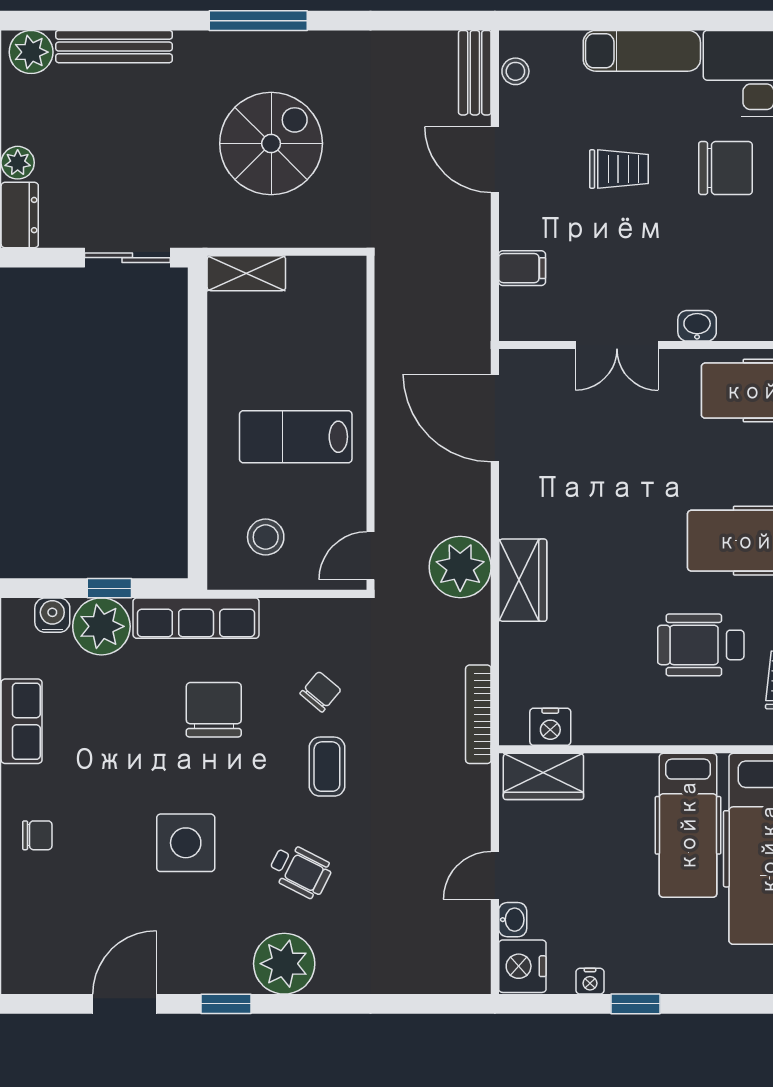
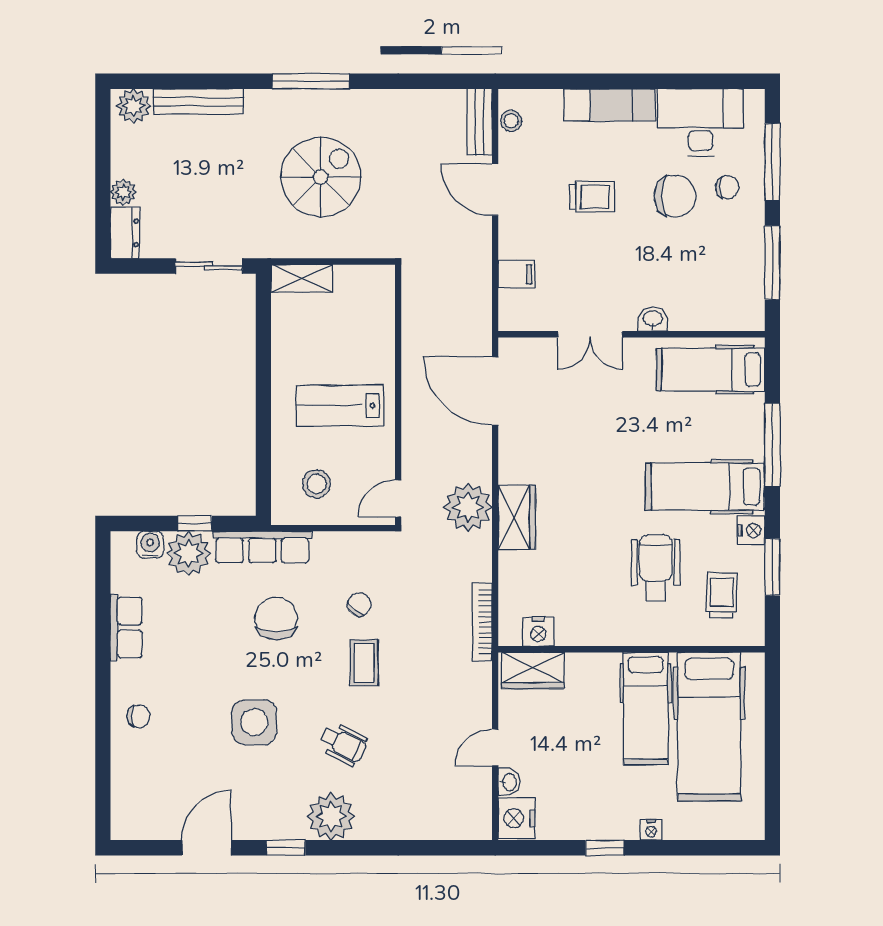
wheelchair: (701, 645) -> (656, 568), turned 90
nightstand: (590, 981) -> (651, 830), moved

